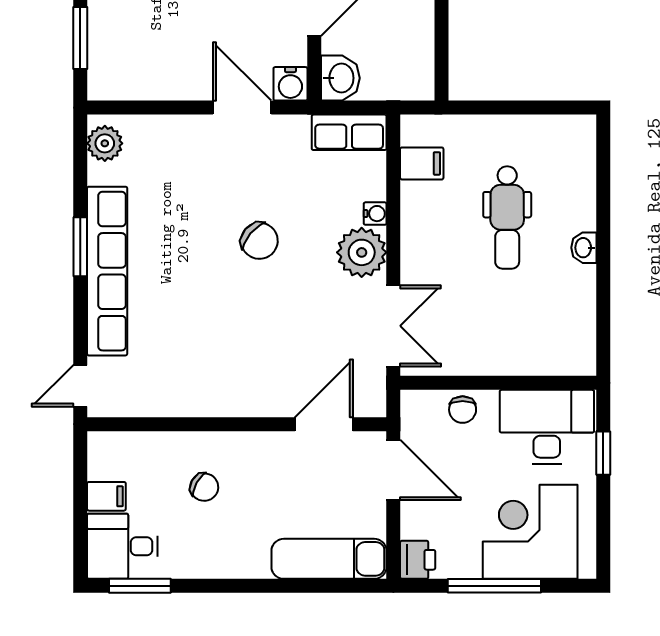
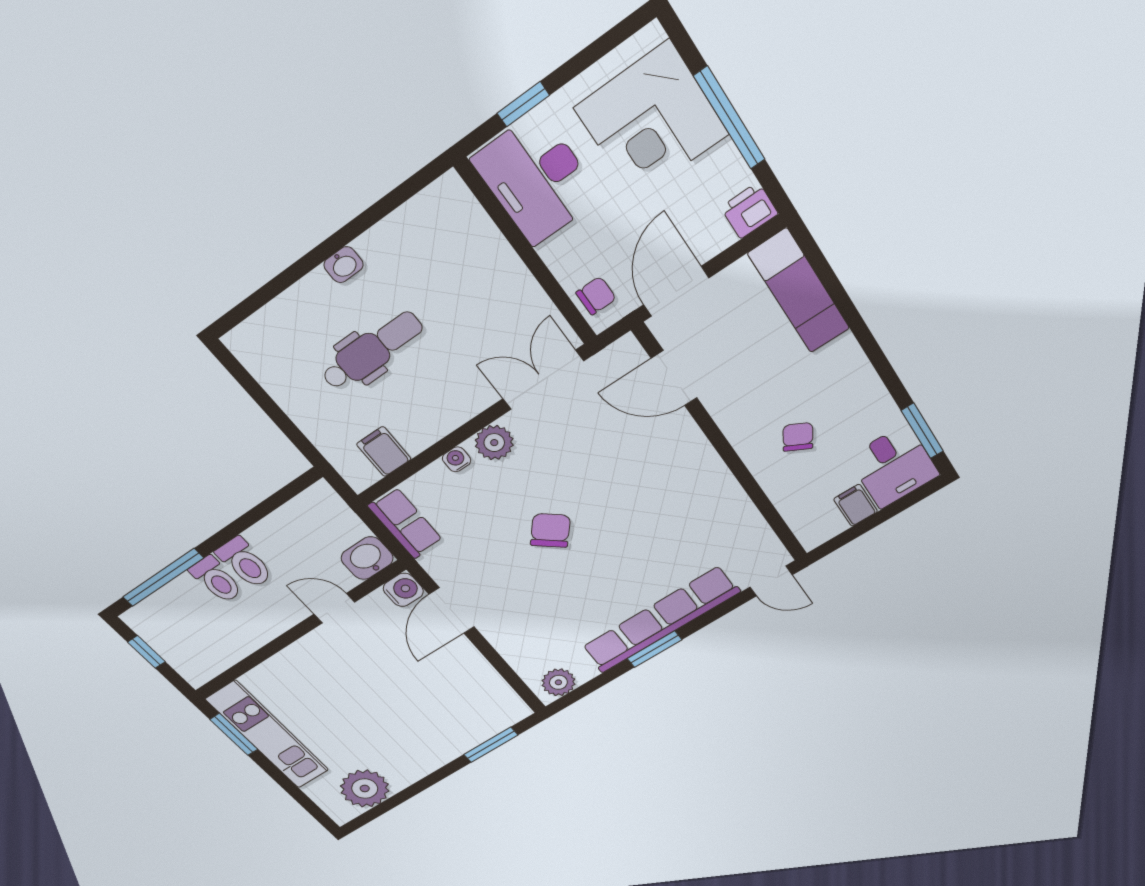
plant: (362, 252) -> (494, 443), width x0.73, depth x0.73
chair: (463, 410) -> (596, 296), moved

